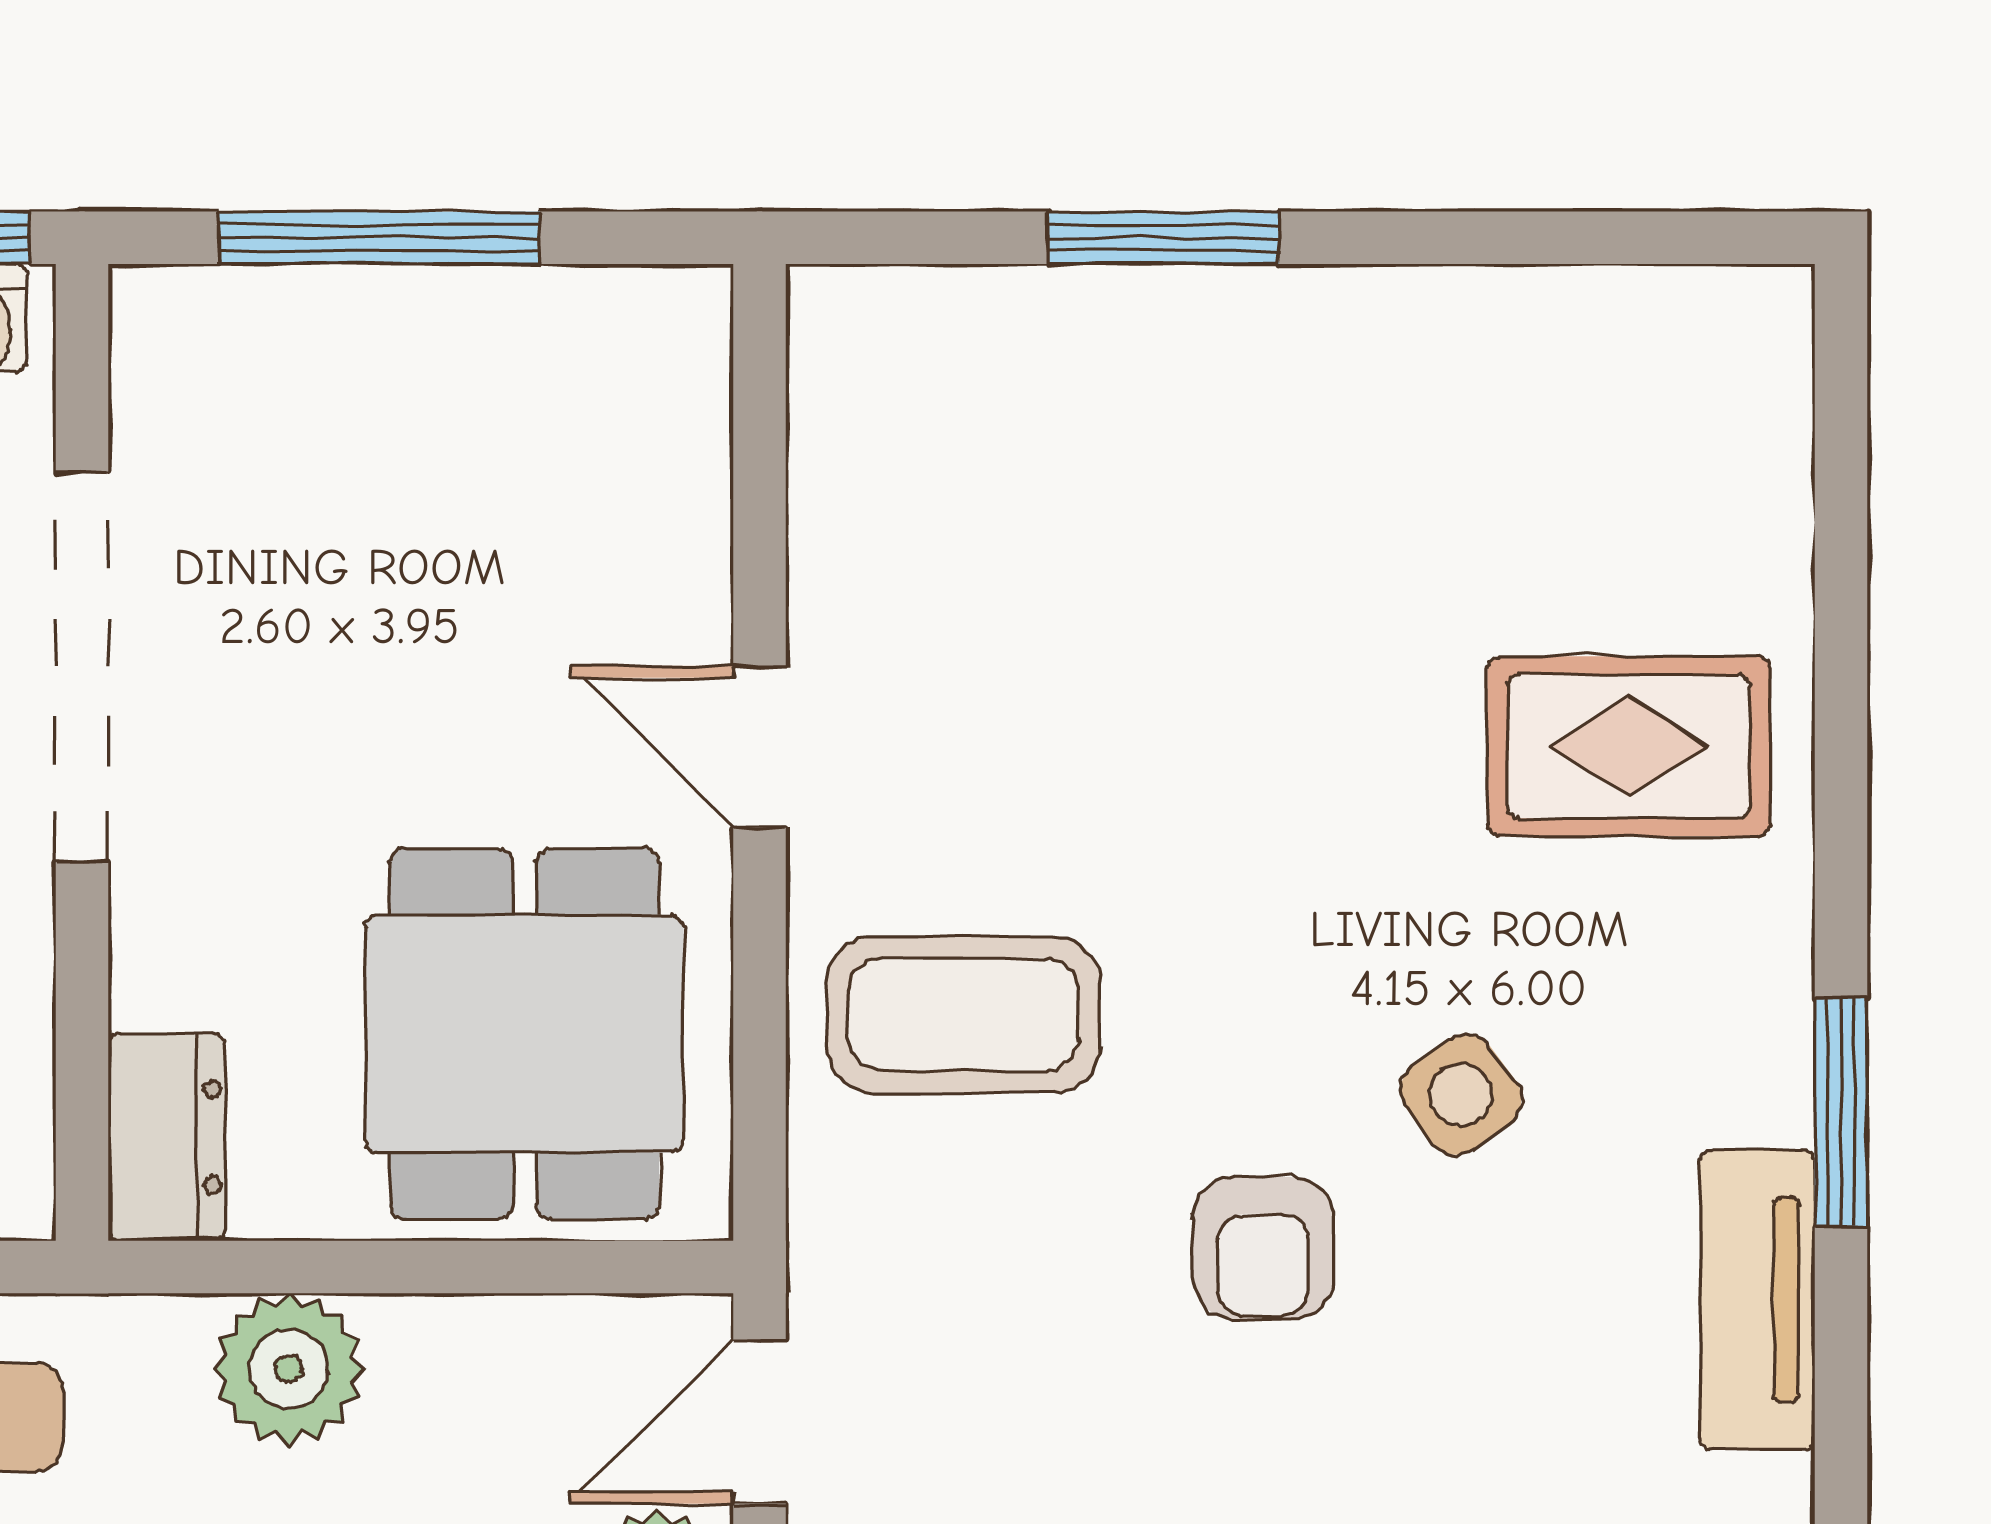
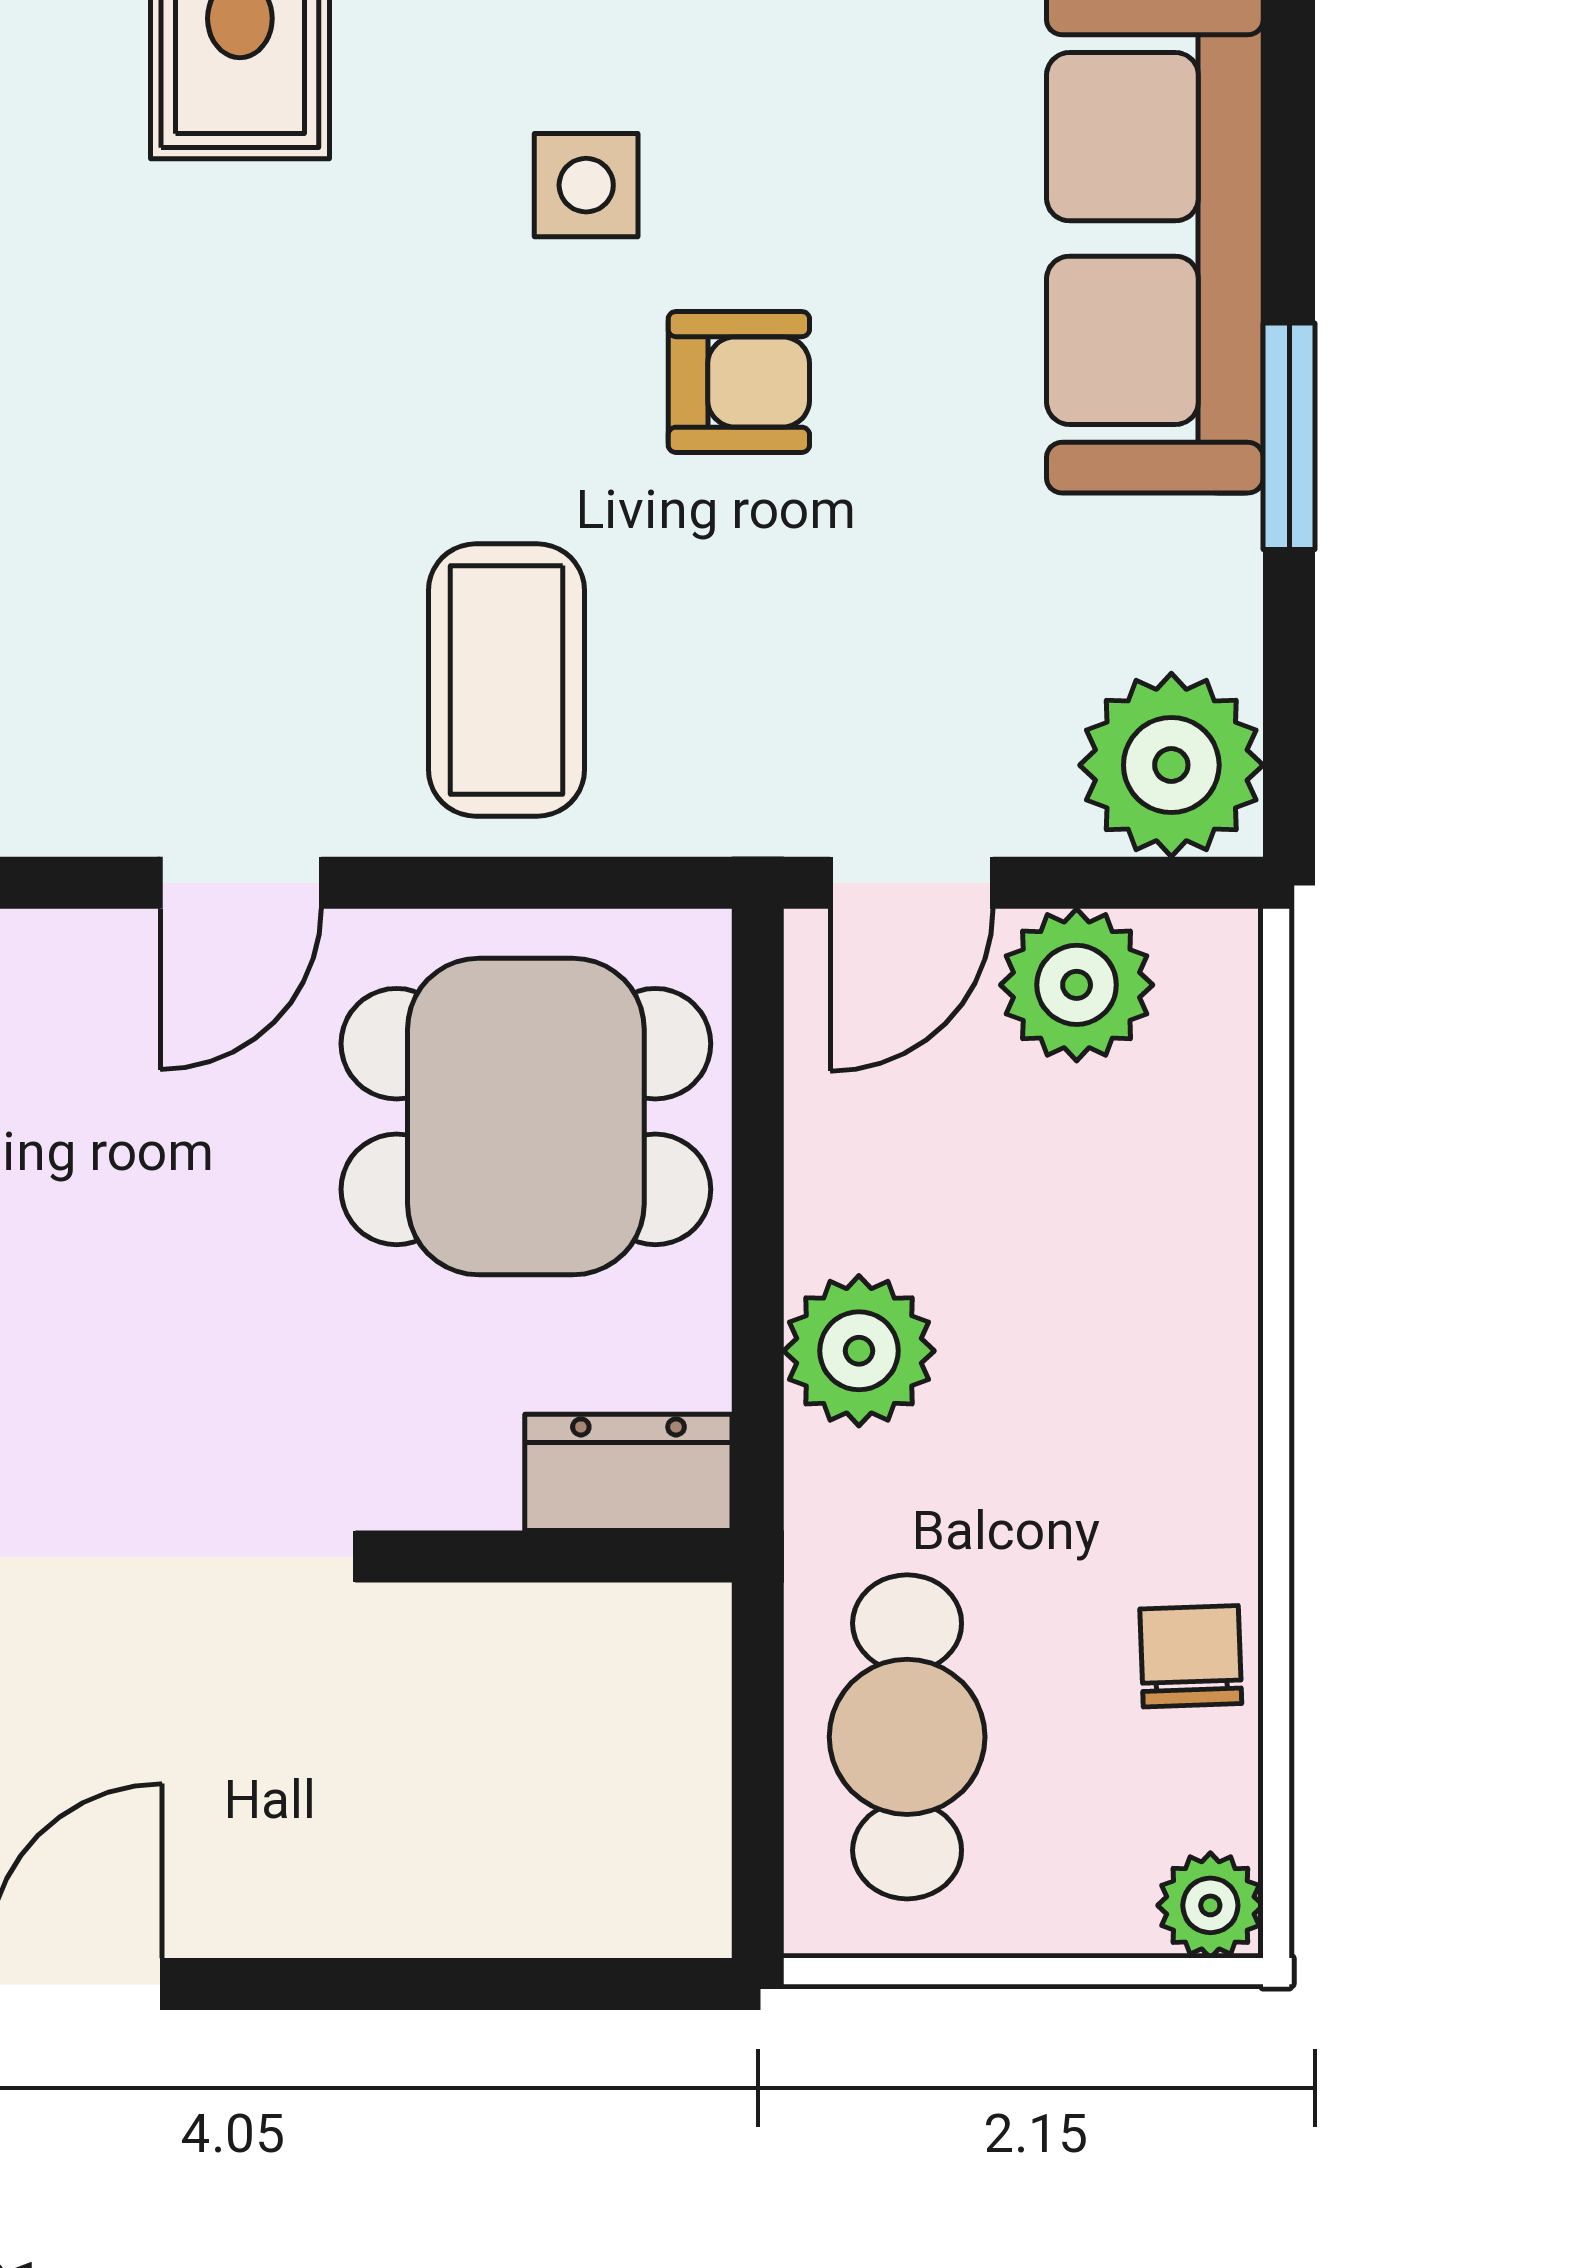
side table: (1461, 1094) -> (586, 185), turned 37
door: (760, 1422) -> (912, 883), hinge flipped

